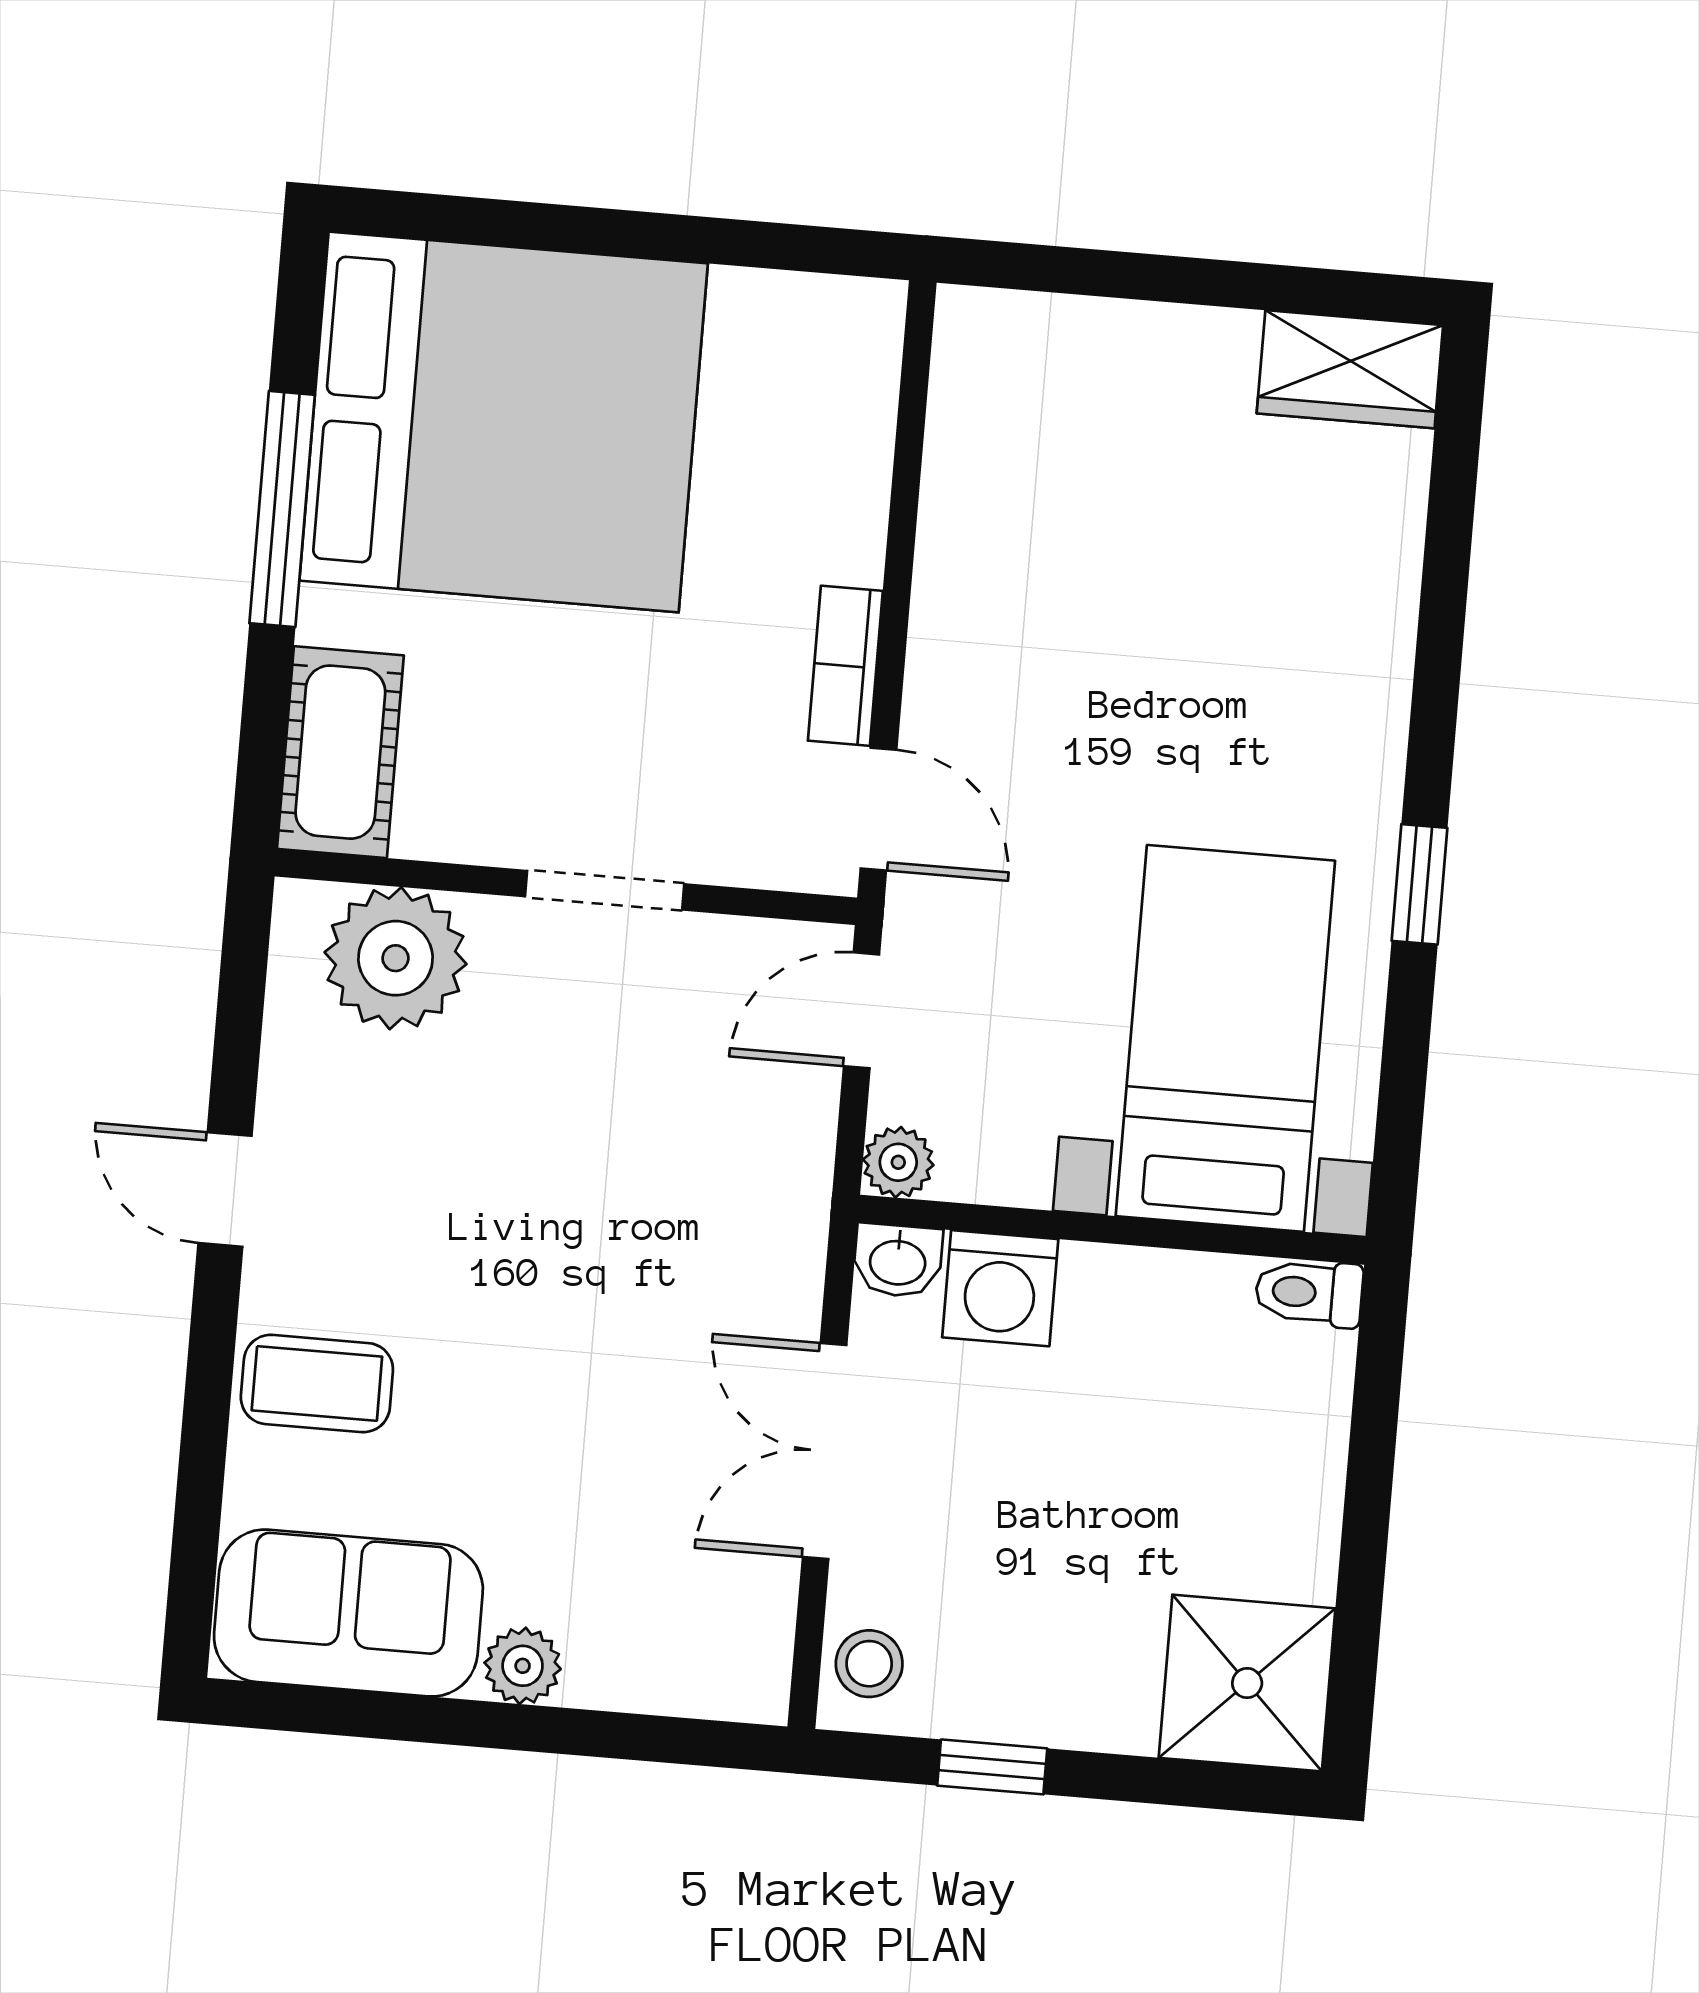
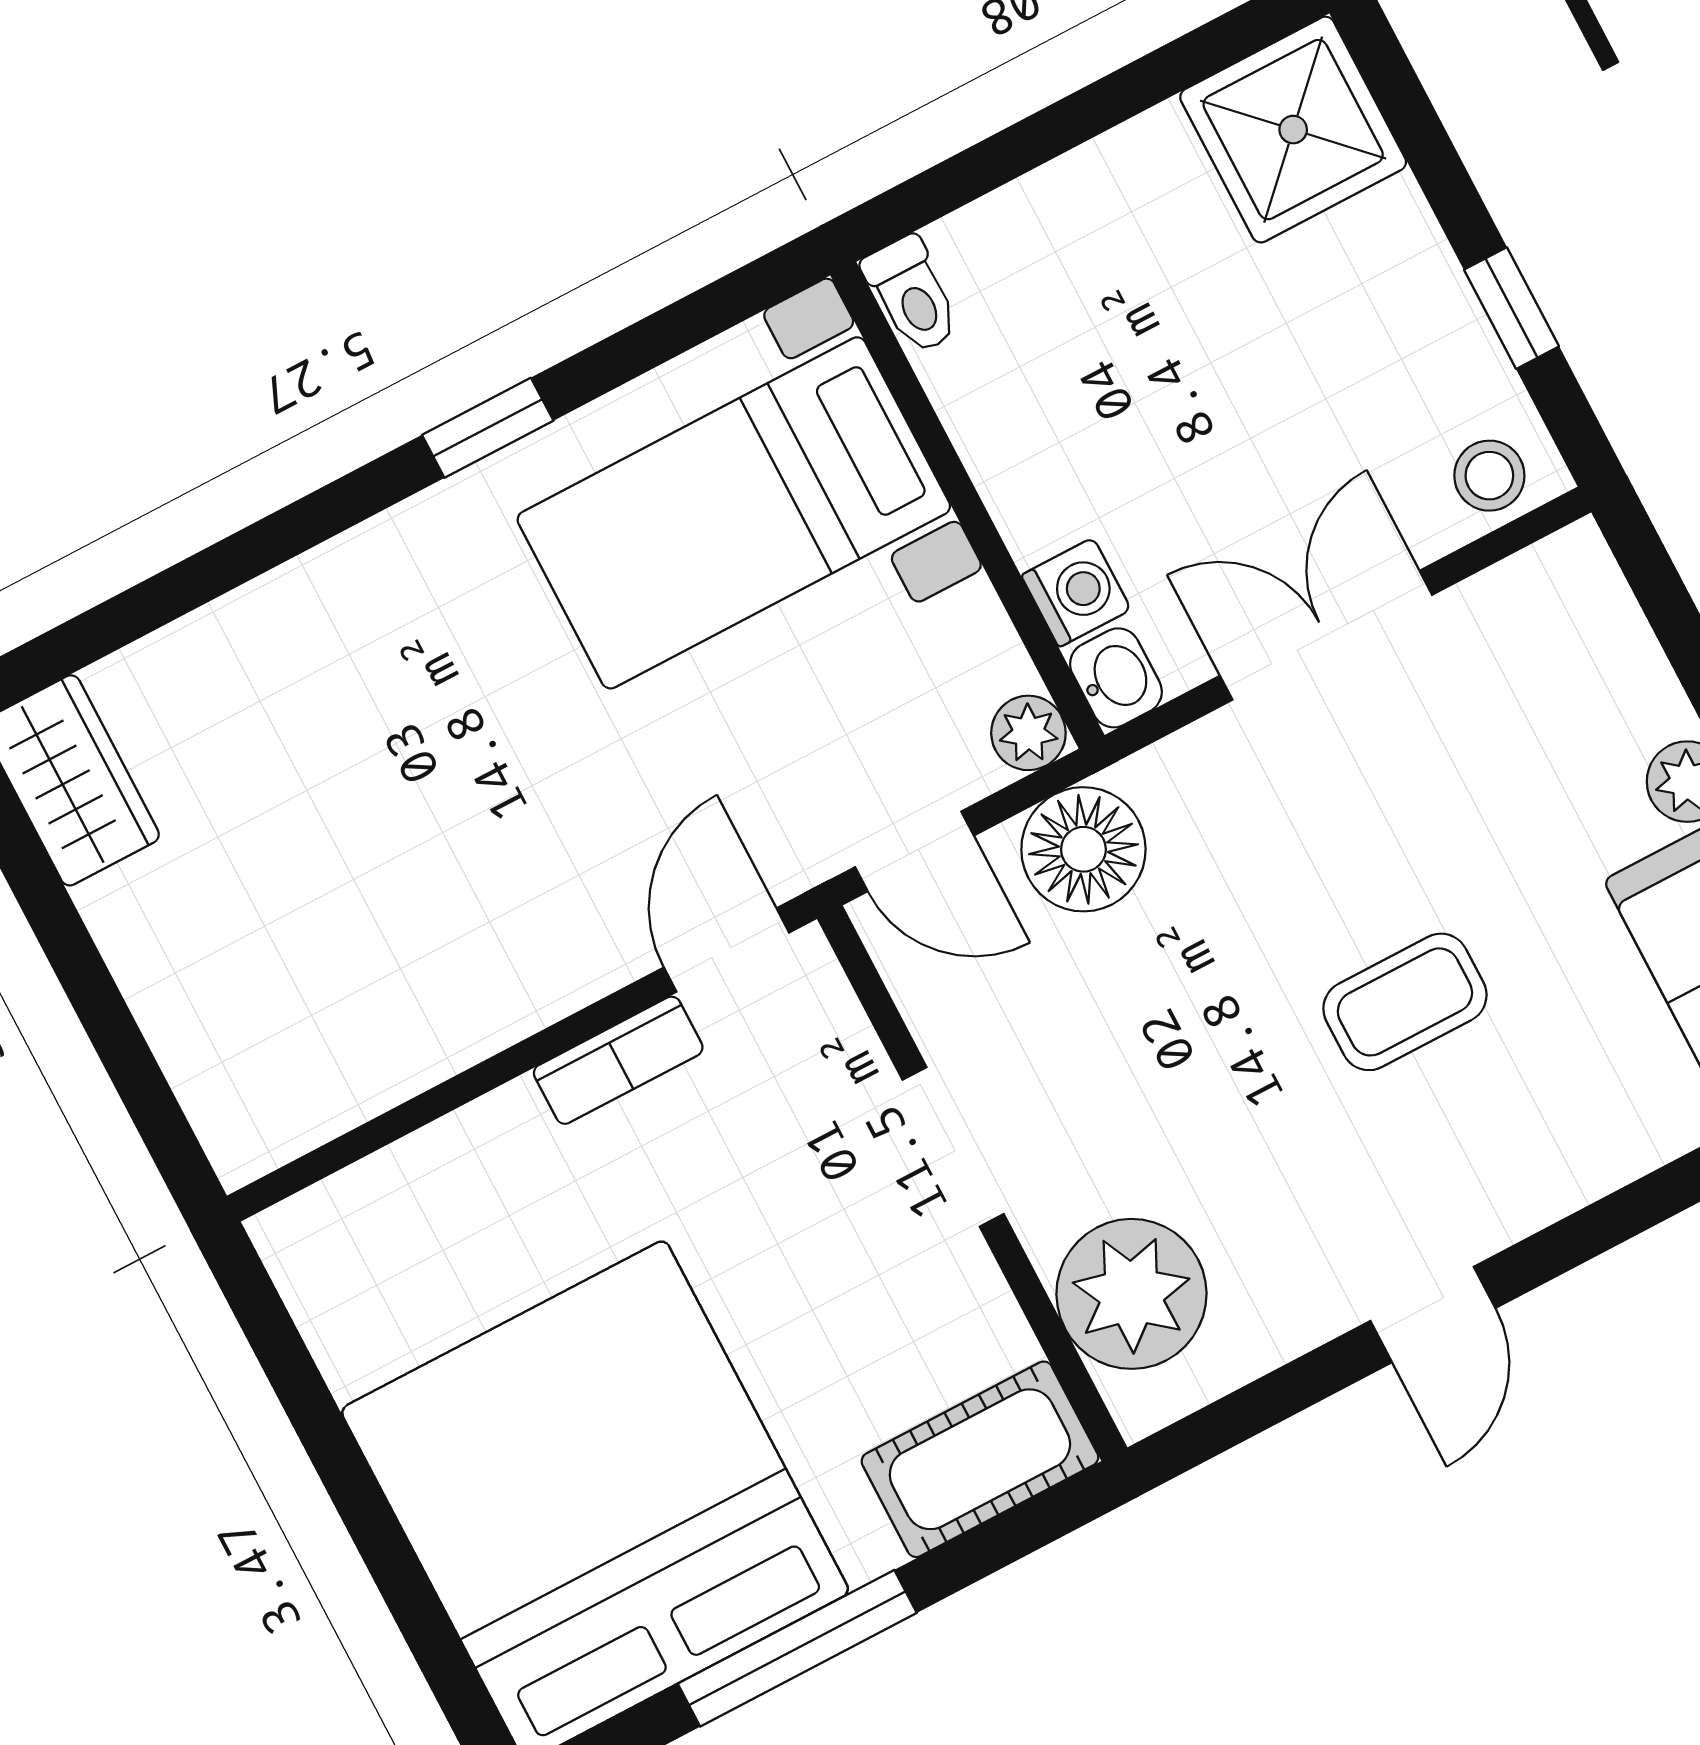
floor lamp: (777, 1147) -> (1083, 849), added
washing machine: (1000, 1288) -> (1076, 592), width x0.73, depth x0.73
coffee table: (317, 1384) -> (1405, 1002), moved, turned 90
double door: (825, 1451) -> (1326, 635), swing flipped

